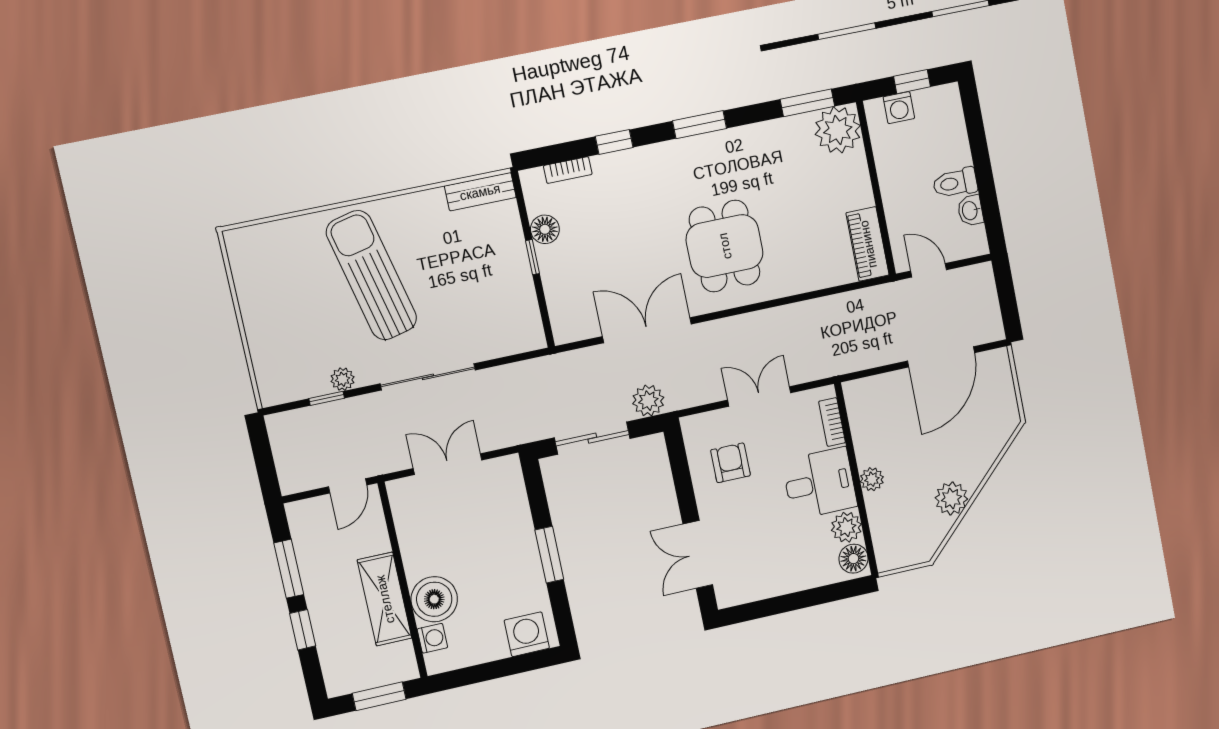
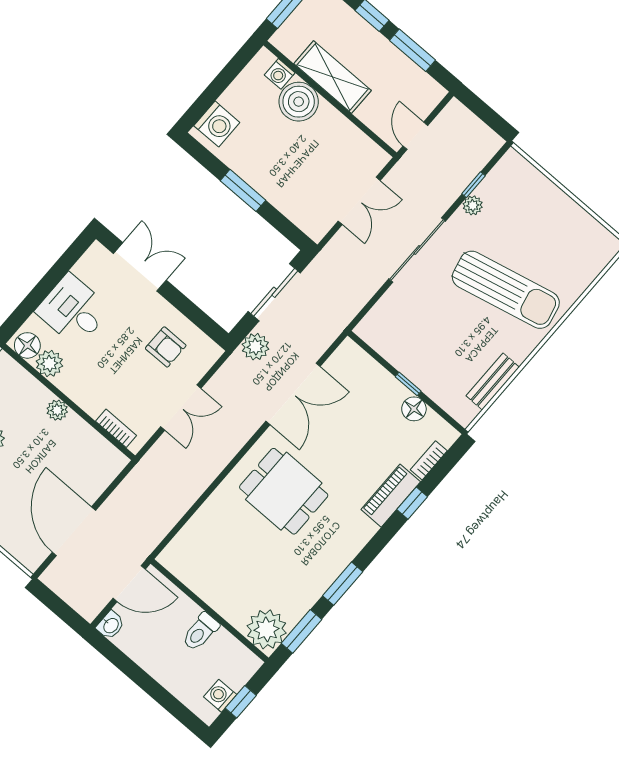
washing machine: (899, 108) -> (220, 696), moved
window: (700, 125) -> (343, 584), moved
toilet: (955, 183) -> (200, 632), moved, turned 180
bench: (480, 192) -> (493, 382), moved
washbasin: (970, 211) -> (111, 625), moved, turned 90
piano: (868, 244) -> (391, 496), moved, turned -90
door: (929, 270) -> (129, 584), width x1.38
desk: (820, 483) -> (73, 310), moved, turned 90

